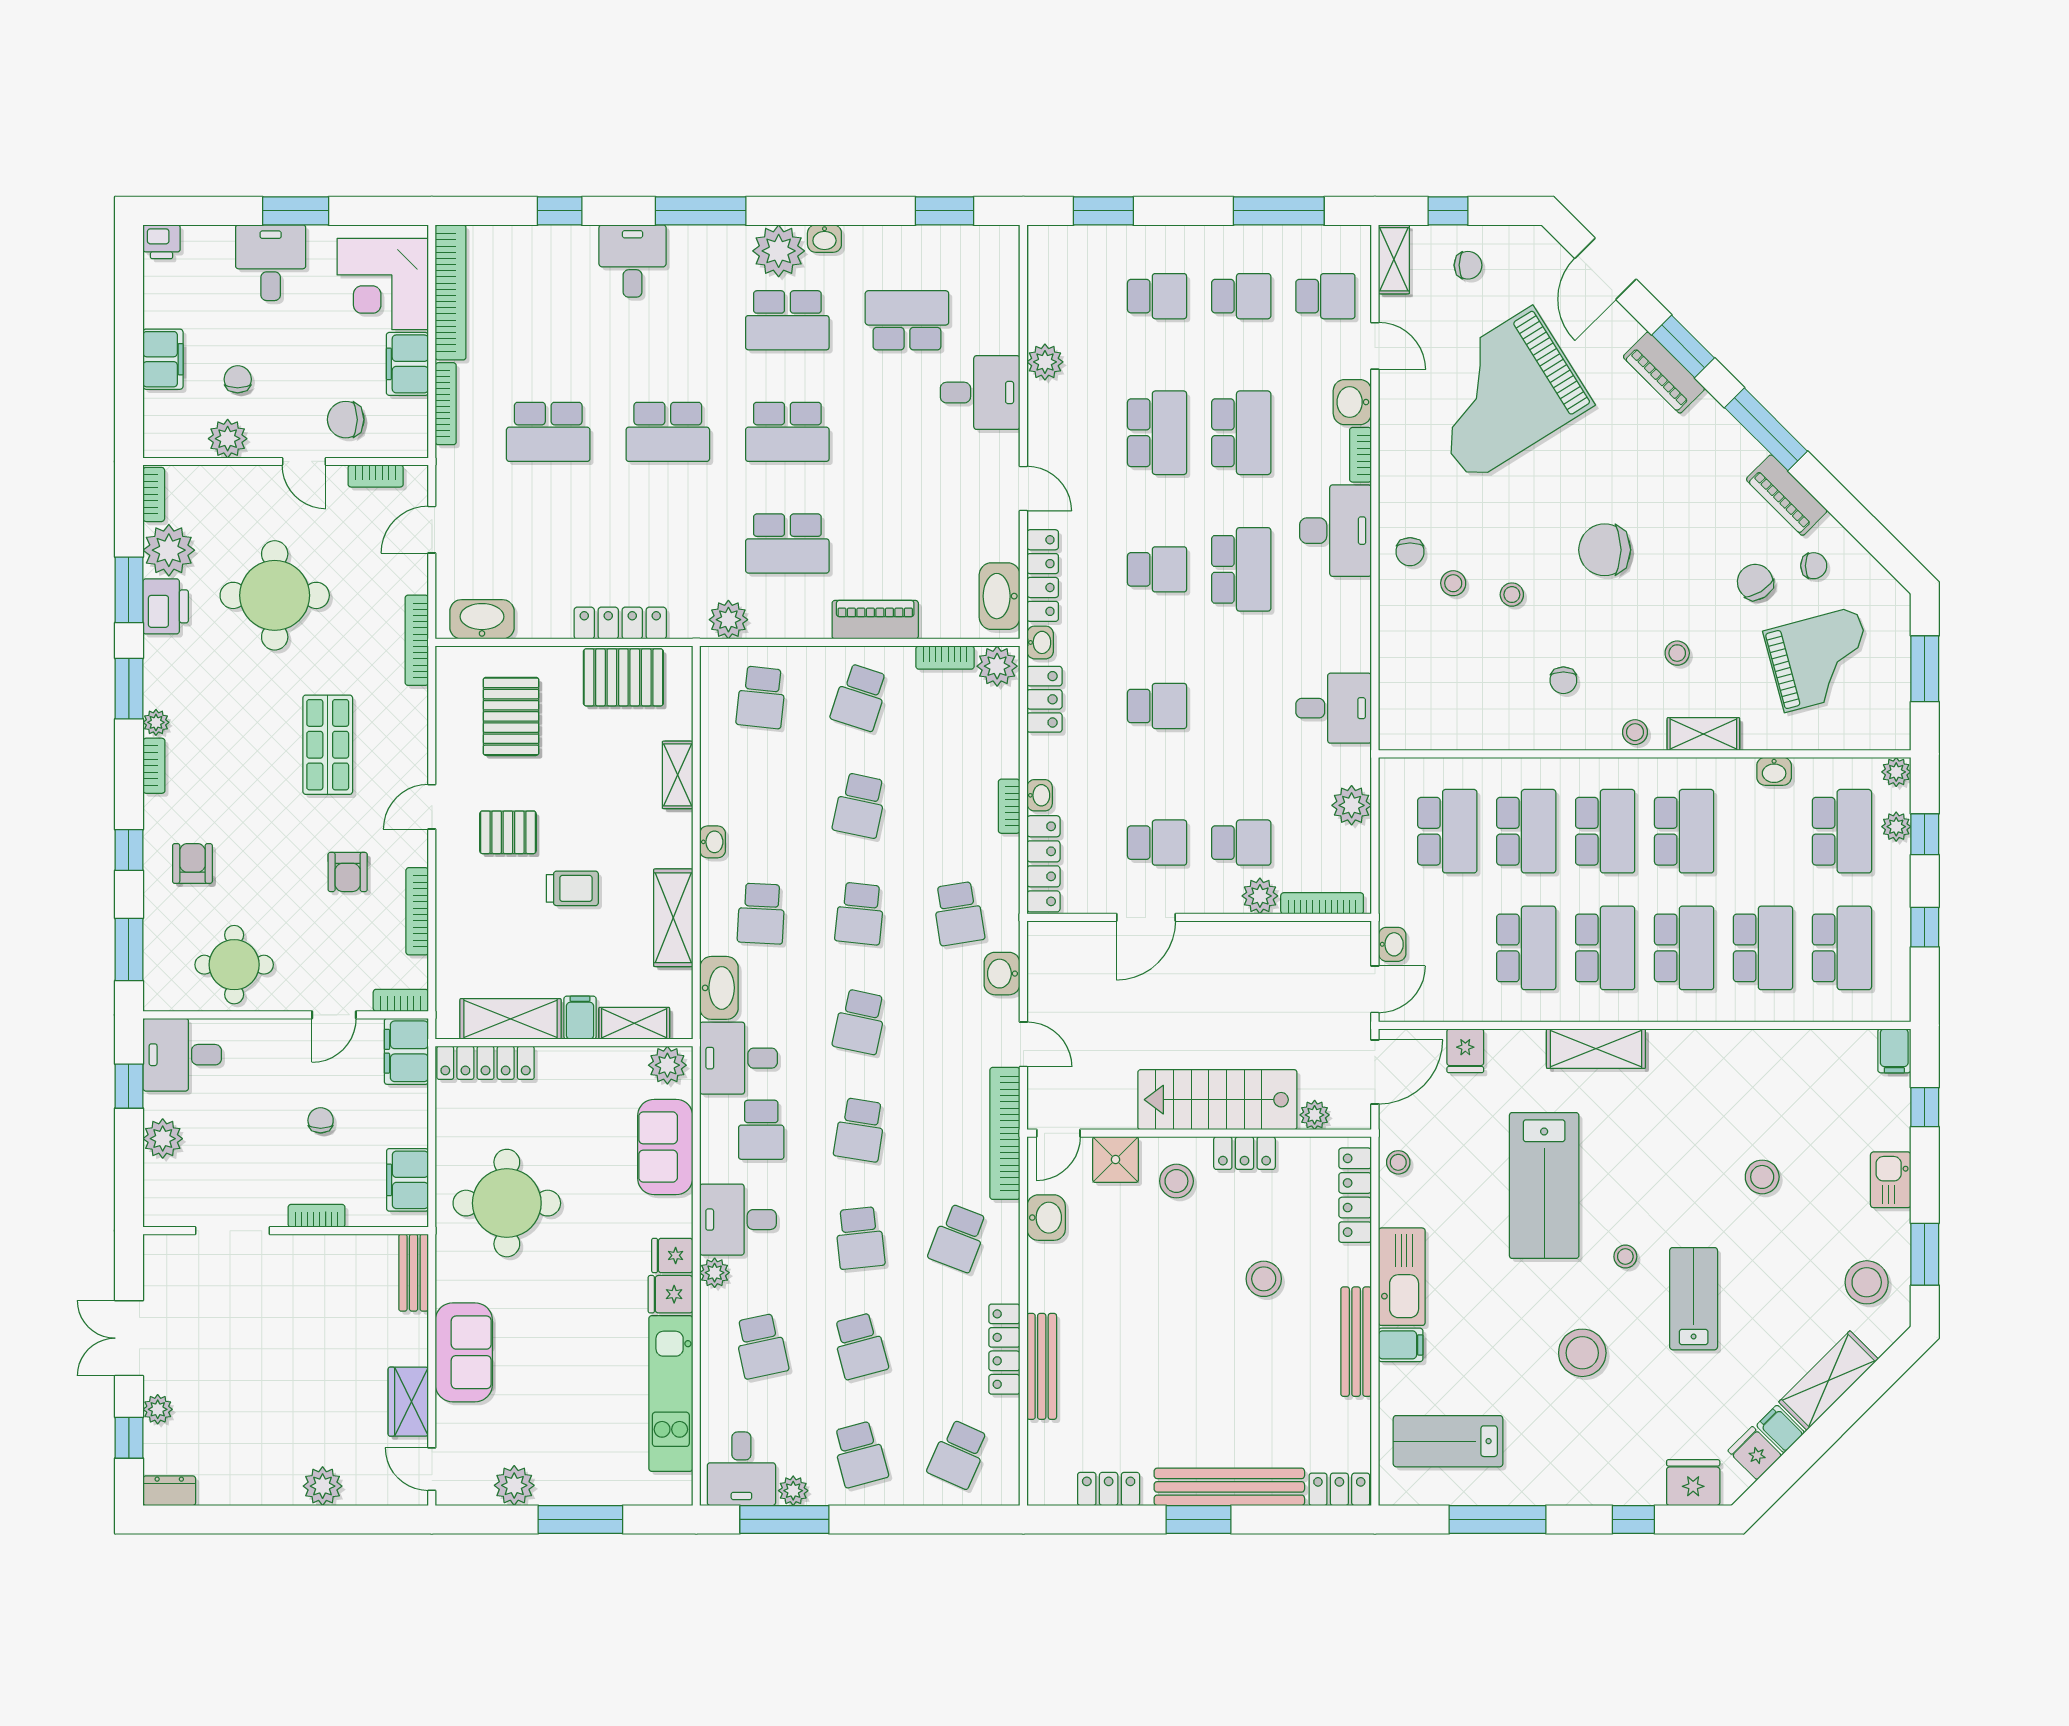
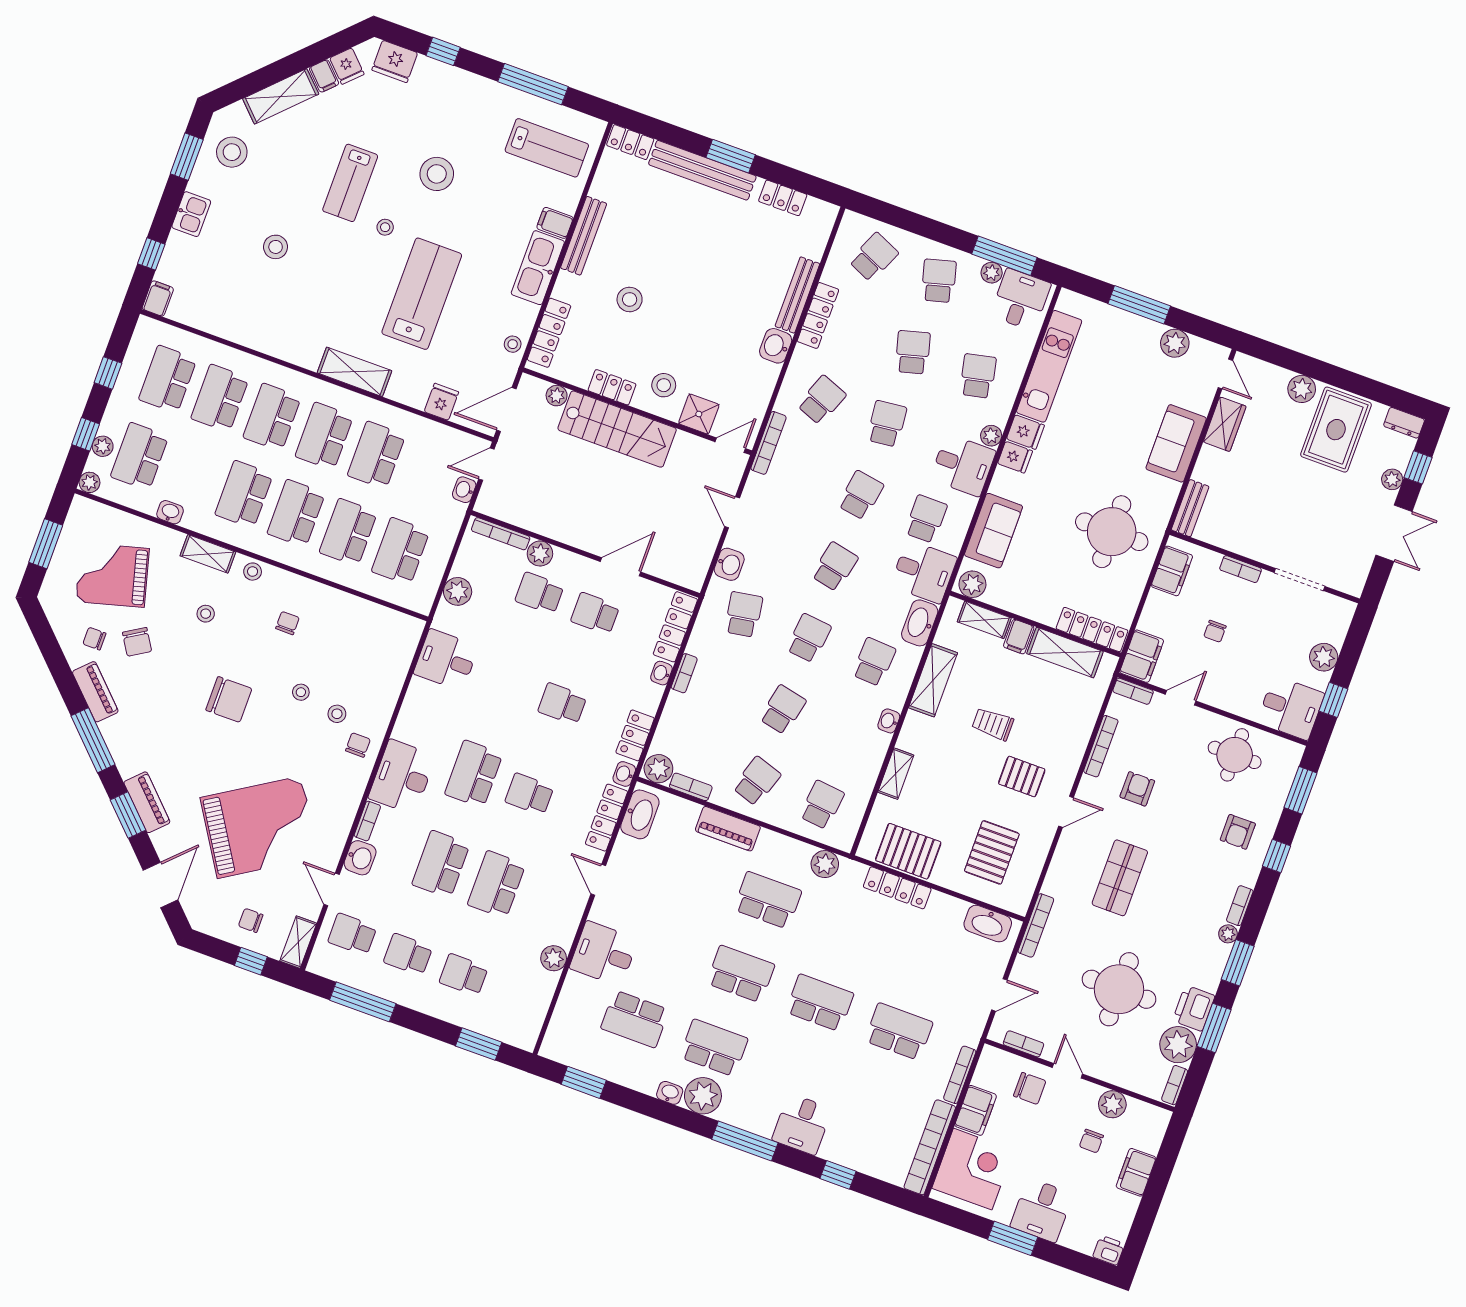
bookcase: (1005, 1133) -> (768, 443), width x0.68, depth x0.76
washbasin: (1046, 1218) -> (776, 346), moved
rug: (257, 1448) -> (1336, 430), added

